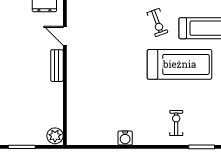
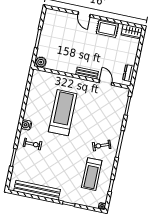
door: (65, 36) -> (106, 82), hinge flipped
treadmill: (180, 64) -> (63, 113), moved, turned 180
water cooler: (125, 138) -> (26, 125), moved

